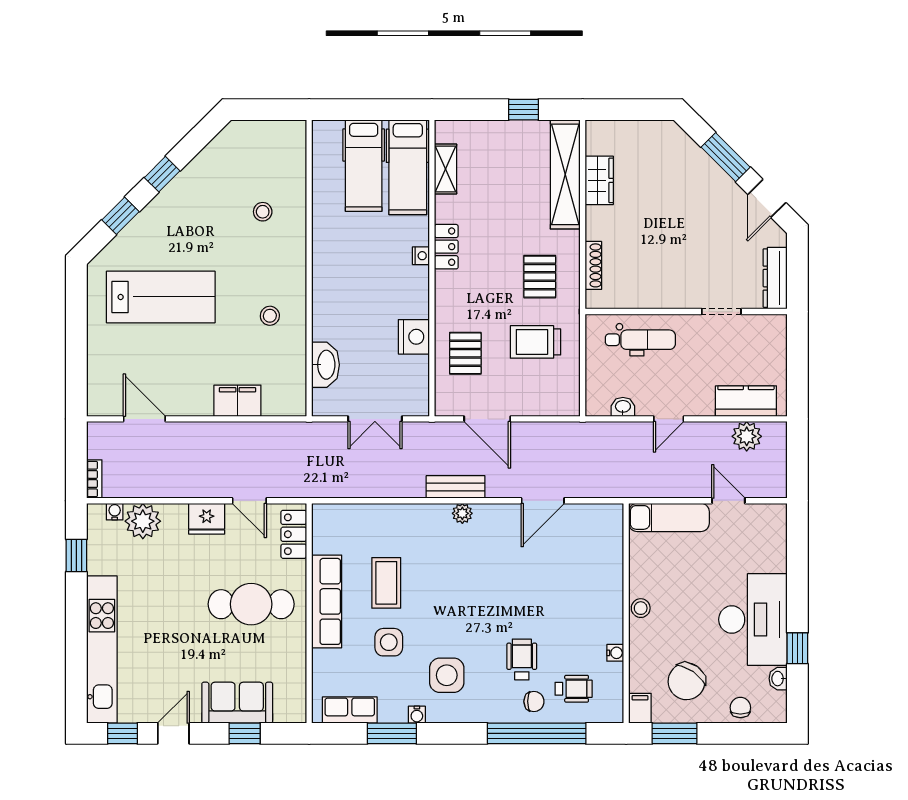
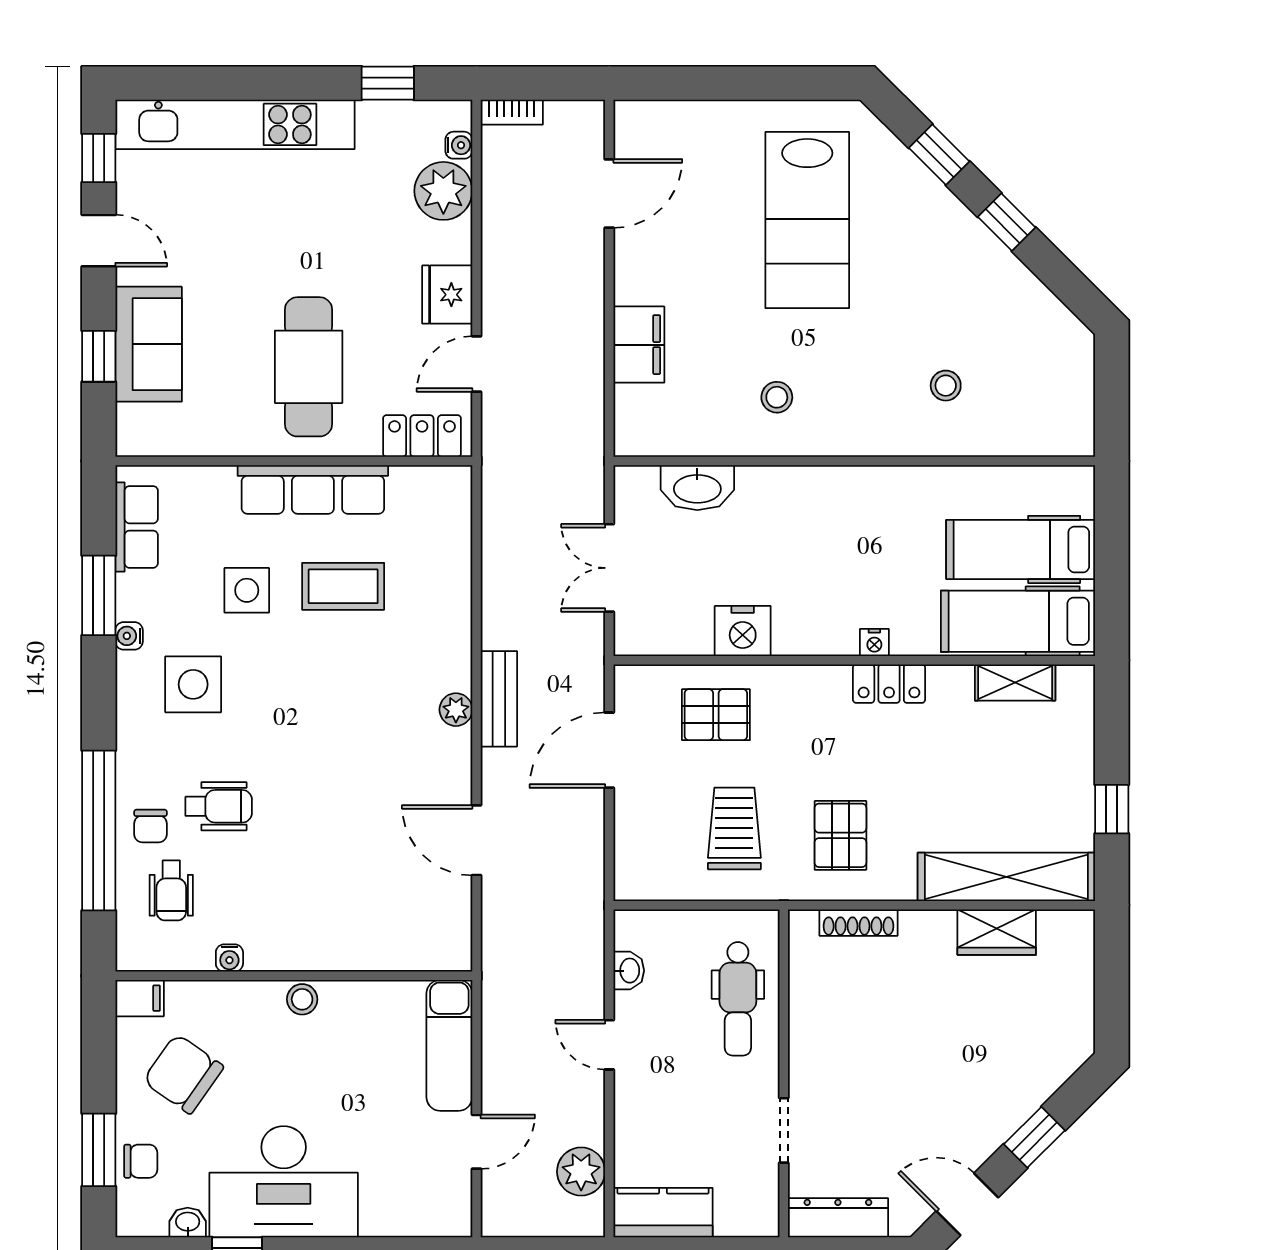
window: (726, 157) -> (1034, 1137), width x0.67
pallet: (540, 277) -> (840, 835), turned 90
kitchen counter: (746, 401) -> (663, 1213), moved, turned -90
window: (675, 733) -> (99, 1150), moved

